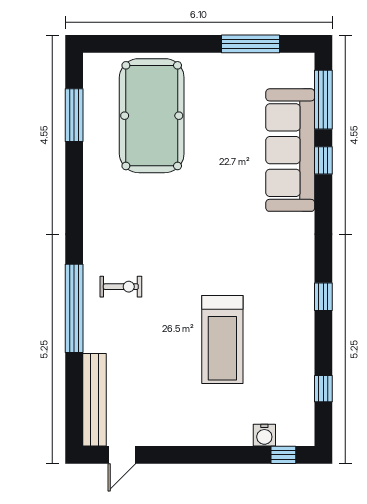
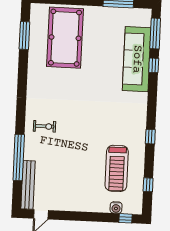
window: (74, 308) -> (19, 157), moved
treadmill: (222, 339) -> (117, 168), moved

